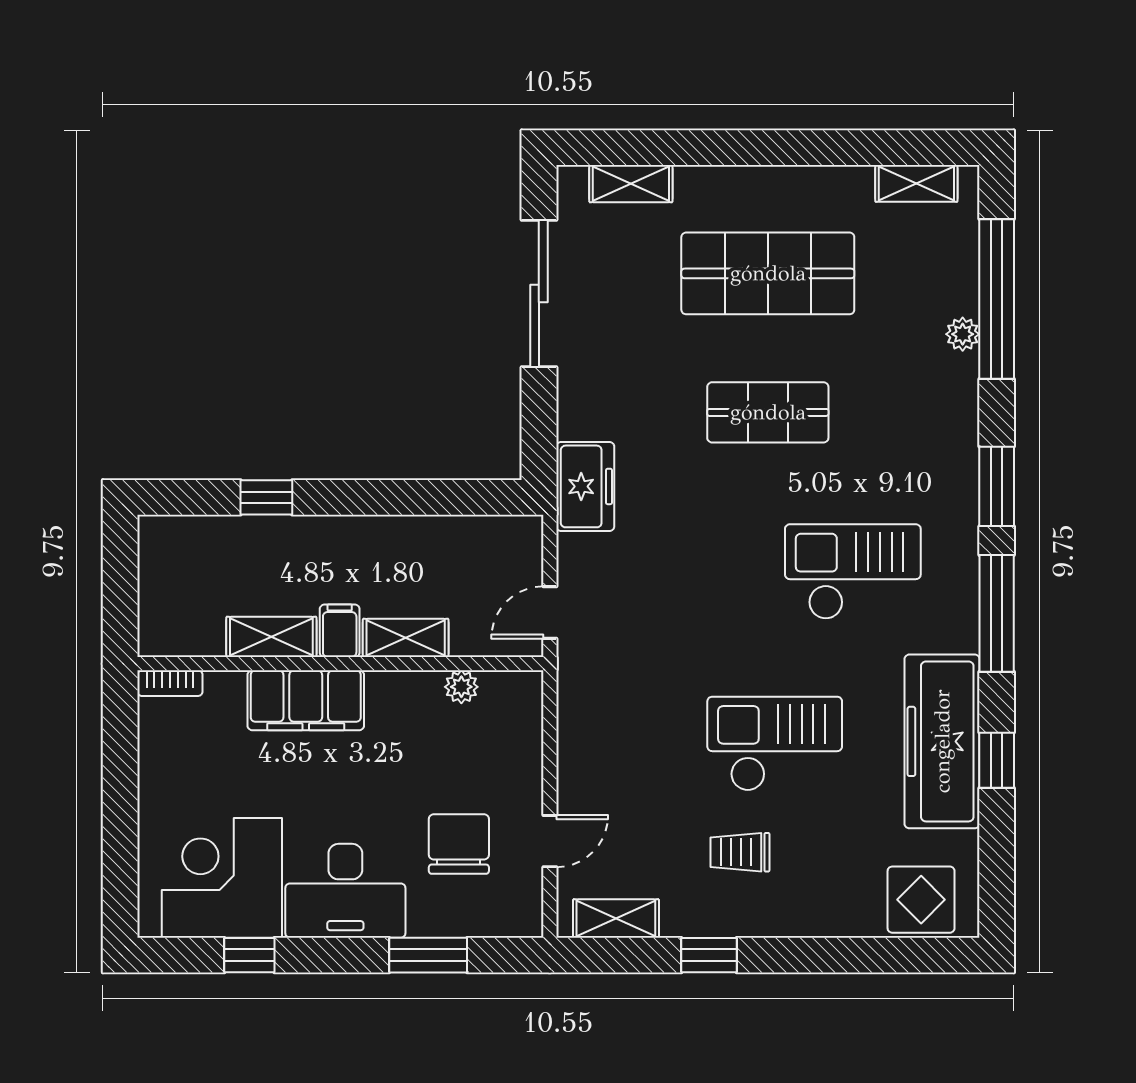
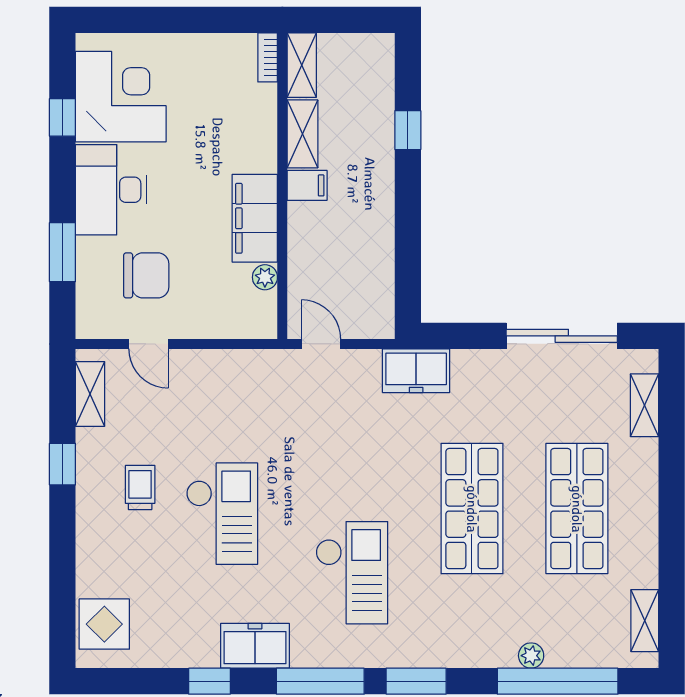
shop shelf: (768, 412) -> (472, 509), width x1.43, depth x1.36
shelving: (406, 638) -> (302, 65), moved
filing cabinet: (306, 700) -> (255, 218), moved
freezer: (942, 741) -> (255, 646), width x0.52, depth x0.79

